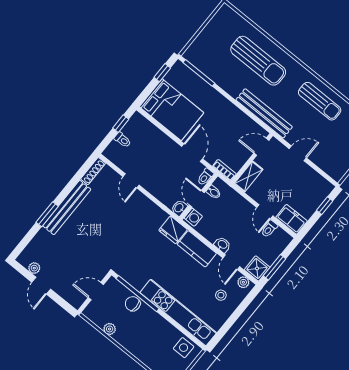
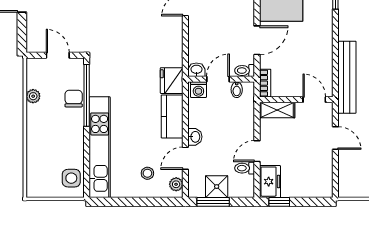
window: (325, 206) -> (279, 202), moved
shower: (257, 268) -> (217, 187), moved

